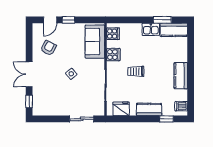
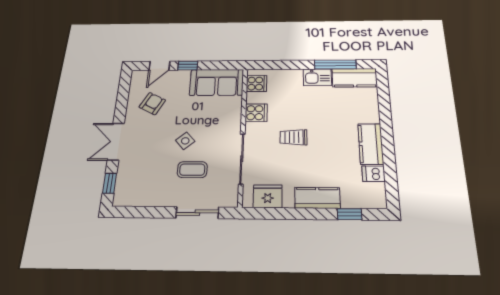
window: (162, 20) -> (335, 64), width x1.44
sofa: (95, 42) -> (217, 82), moved, turned -90
coffee table: (77, 93) -> (192, 170), added
dishwasher: (181, 106) -> (374, 174), moved

